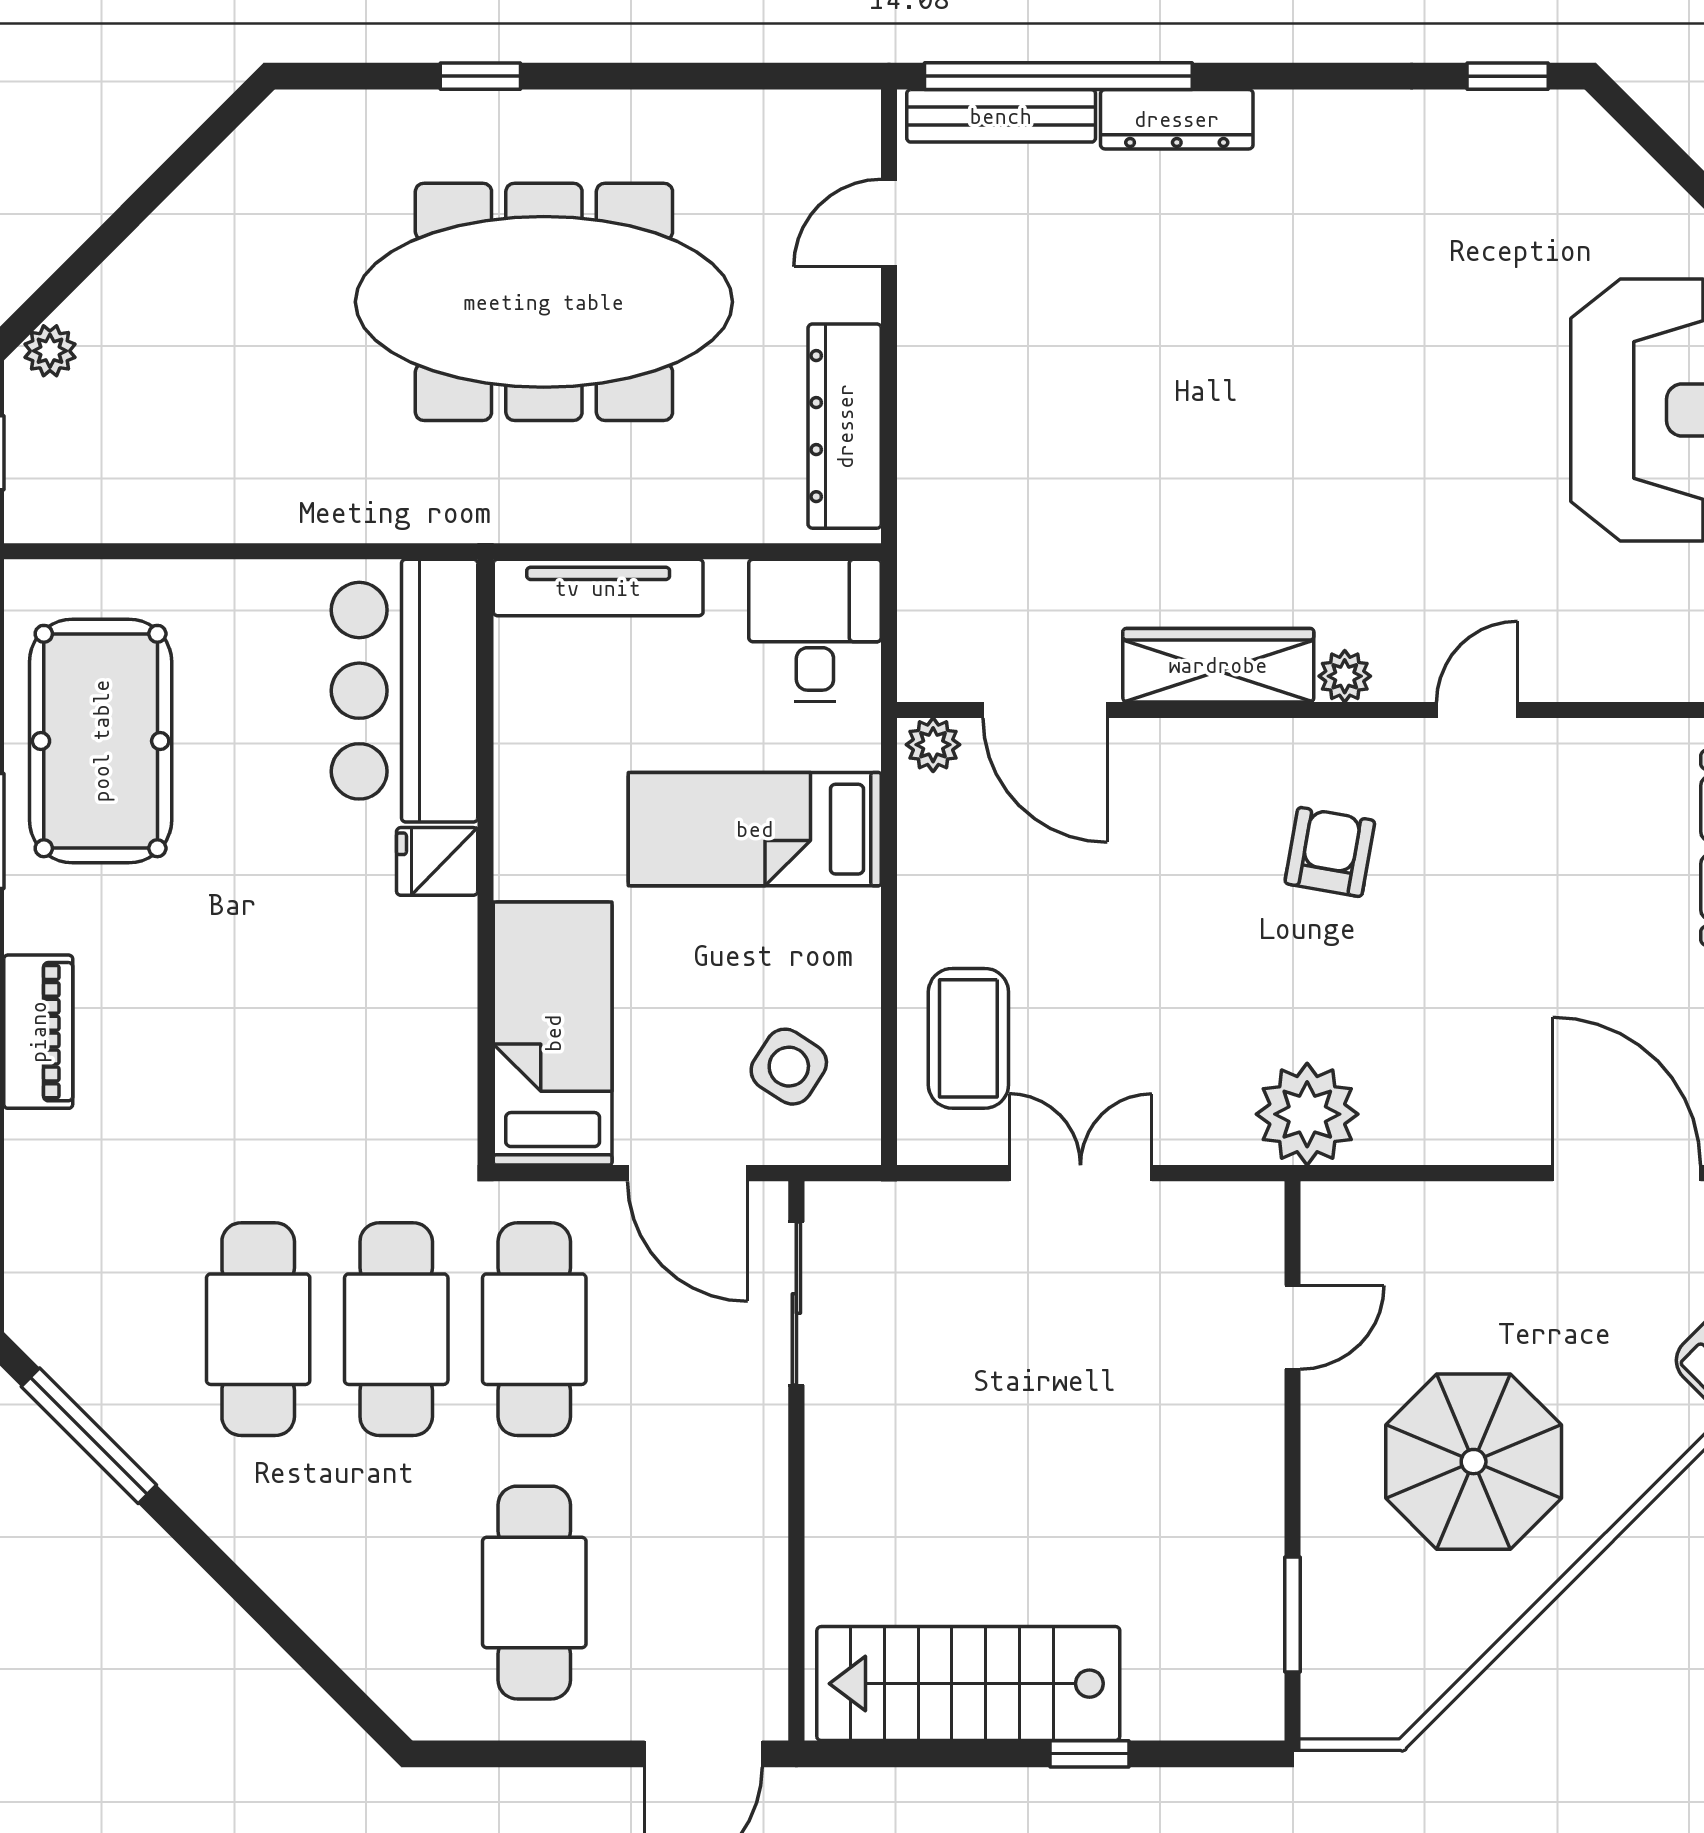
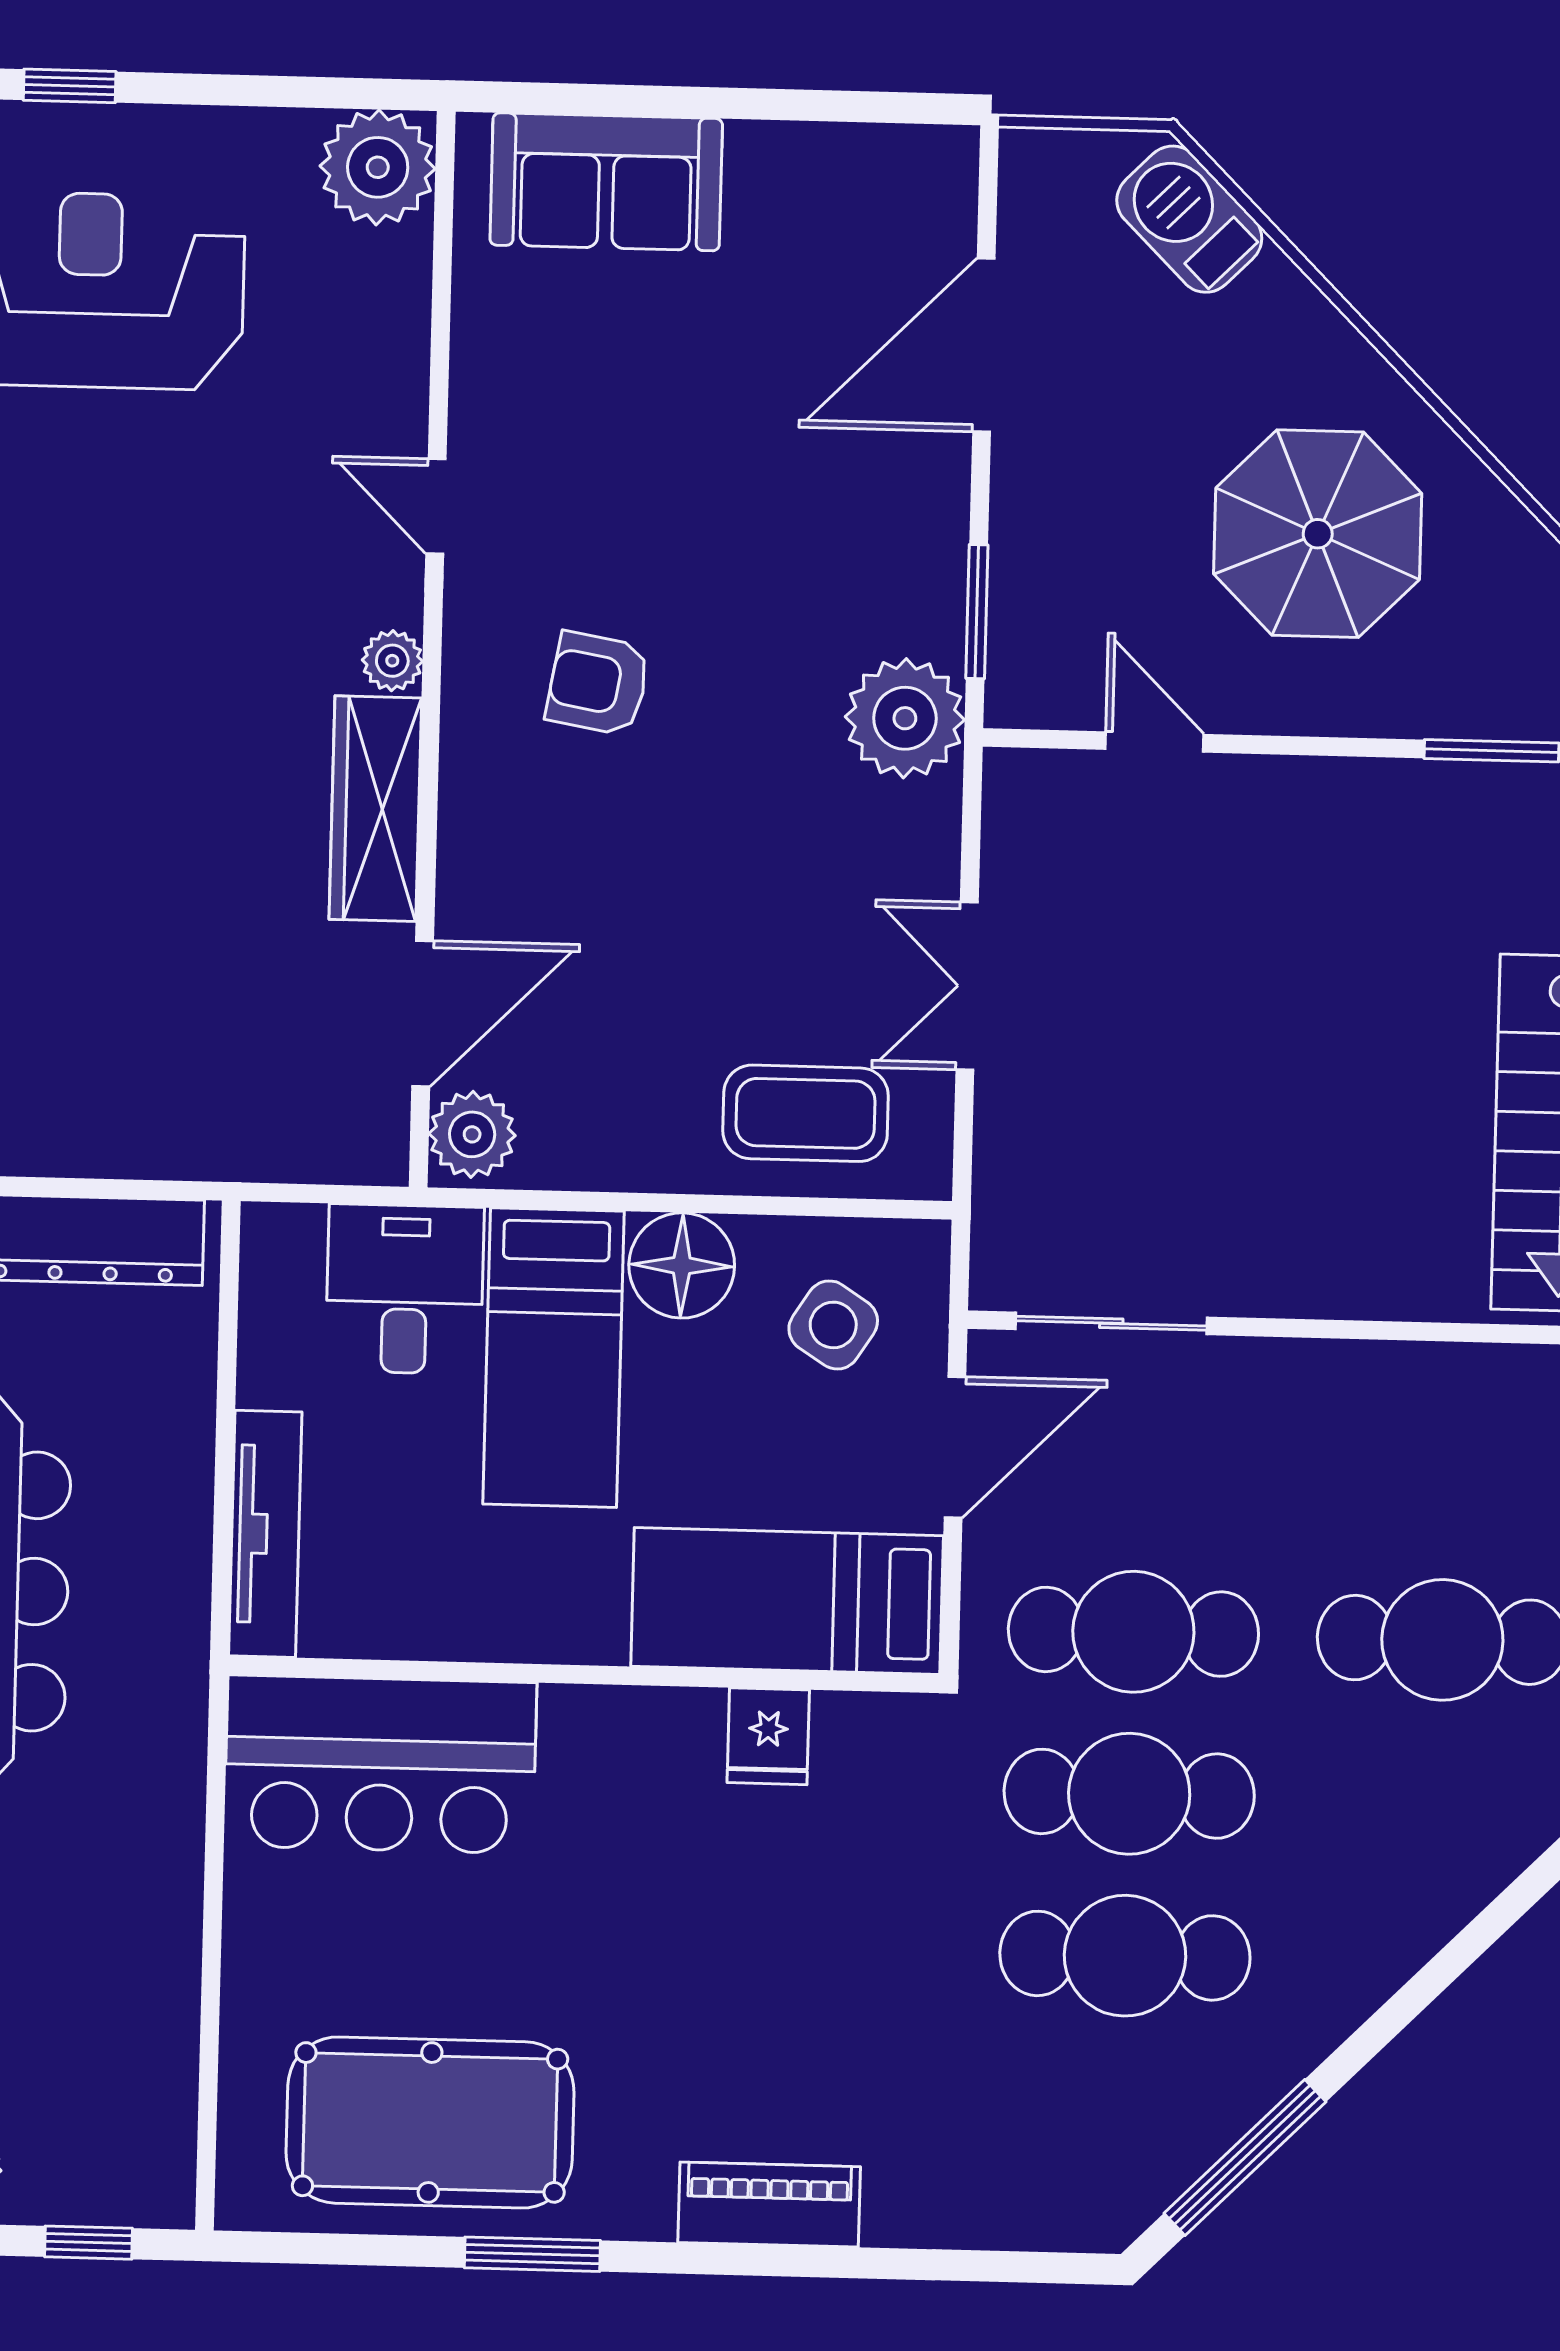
desk: (815, 630) -> (405, 1289), moved, turned 90
plant: (933, 745) -> (472, 1134), width x1.38, depth x1.38
fridge: (437, 861) -> (768, 1736), moved
floor lamp: (836, 936) -> (682, 1265), added
window: (1400, 1173) -> (977, 612), added

